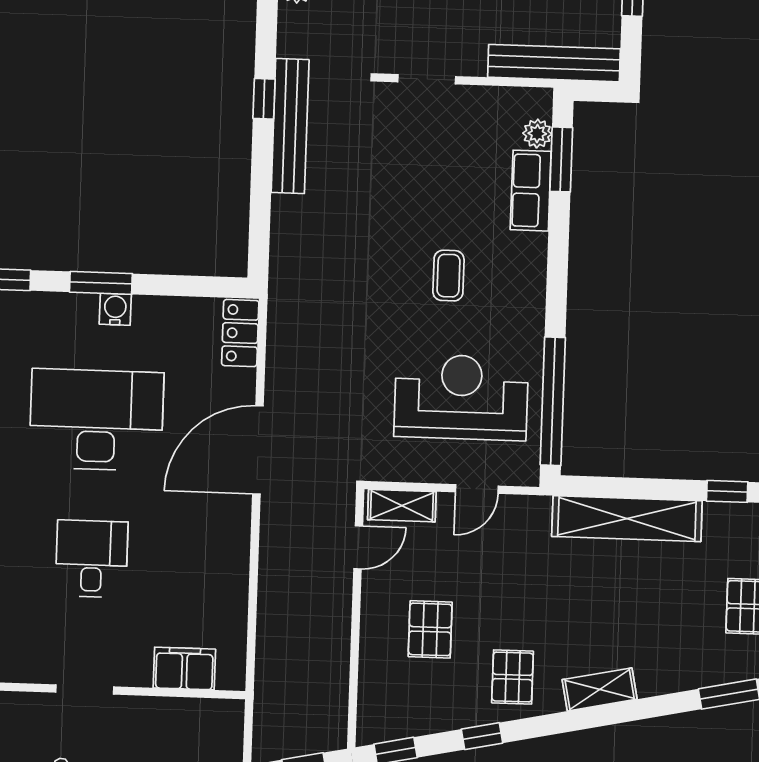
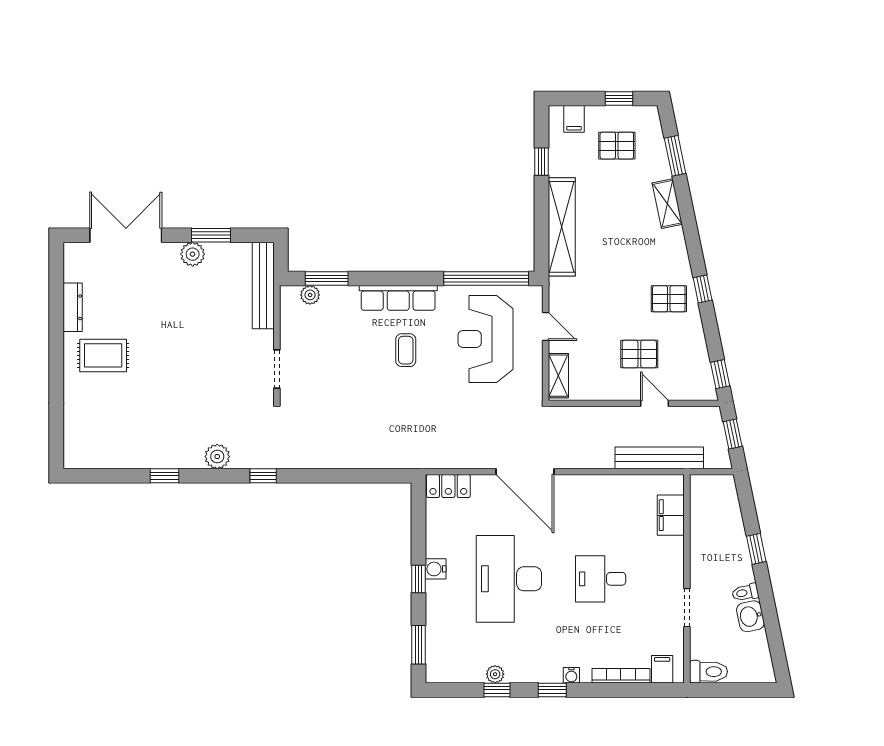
window: (264, 99) -> (263, 476), moved
bench: (290, 126) -> (659, 458), moved
row of seats: (531, 191) -> (398, 298), moved, width x1.48
coffee table: (448, 276) -> (406, 350), turned 90
window: (101, 283) -> (418, 579), width x0.67
door: (358, 547) -> (655, 403), moved
shelving: (600, 689) -> (667, 204), moved
doorway: (85, 690) -> (687, 608), moved
window: (482, 736) -> (703, 289), moved

